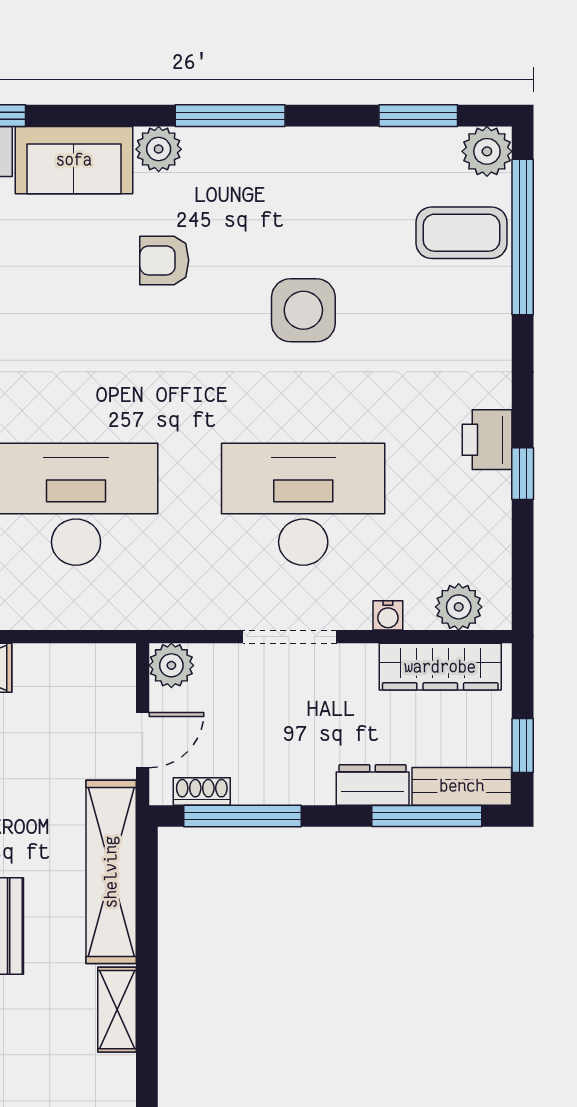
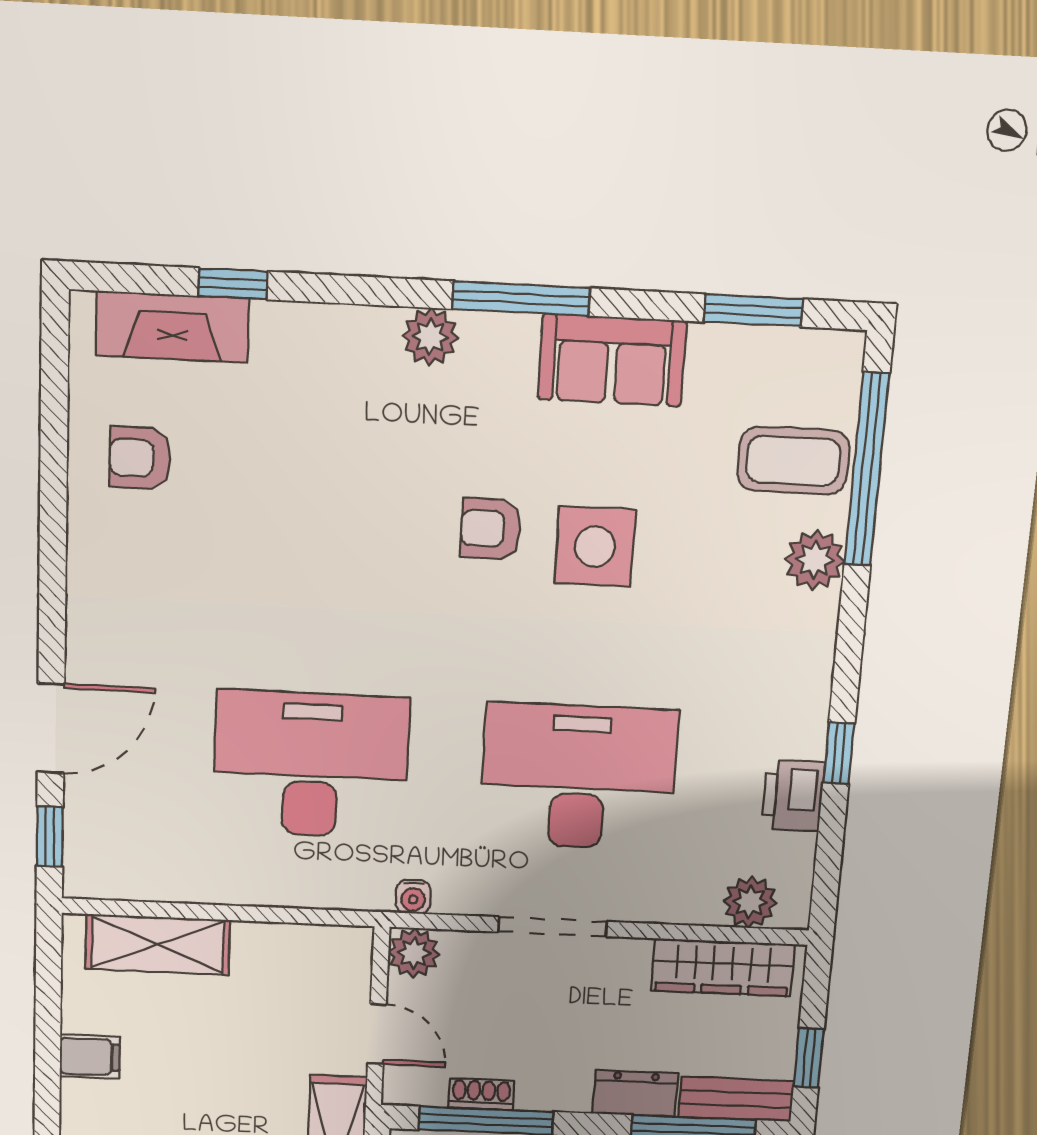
plant: (487, 151) -> (815, 560), moved
sofa: (74, 160) -> (612, 360), moved
armchair: (164, 260) -> (491, 529), moved
printer: (487, 440) -> (793, 796), moved
water cooler: (388, 615) -> (413, 897), moved
door: (143, 740) -> (377, 1034), hinge flipped
shoe rack: (202, 791) -> (481, 1094), moved

